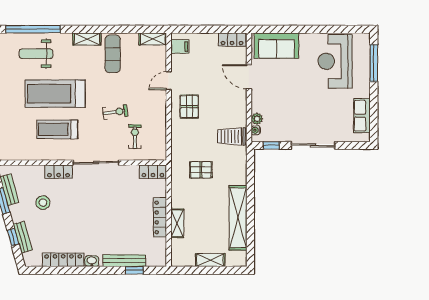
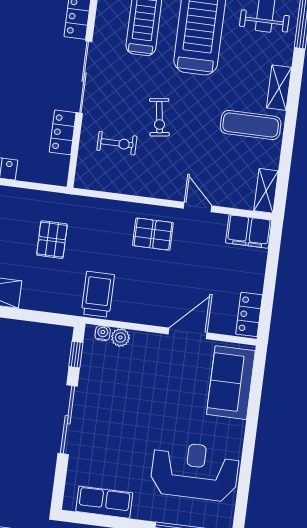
filing cabinet: (180, 47) -> (249, 231), width x2.00
locker: (153, 172) -> (63, 132), moved

